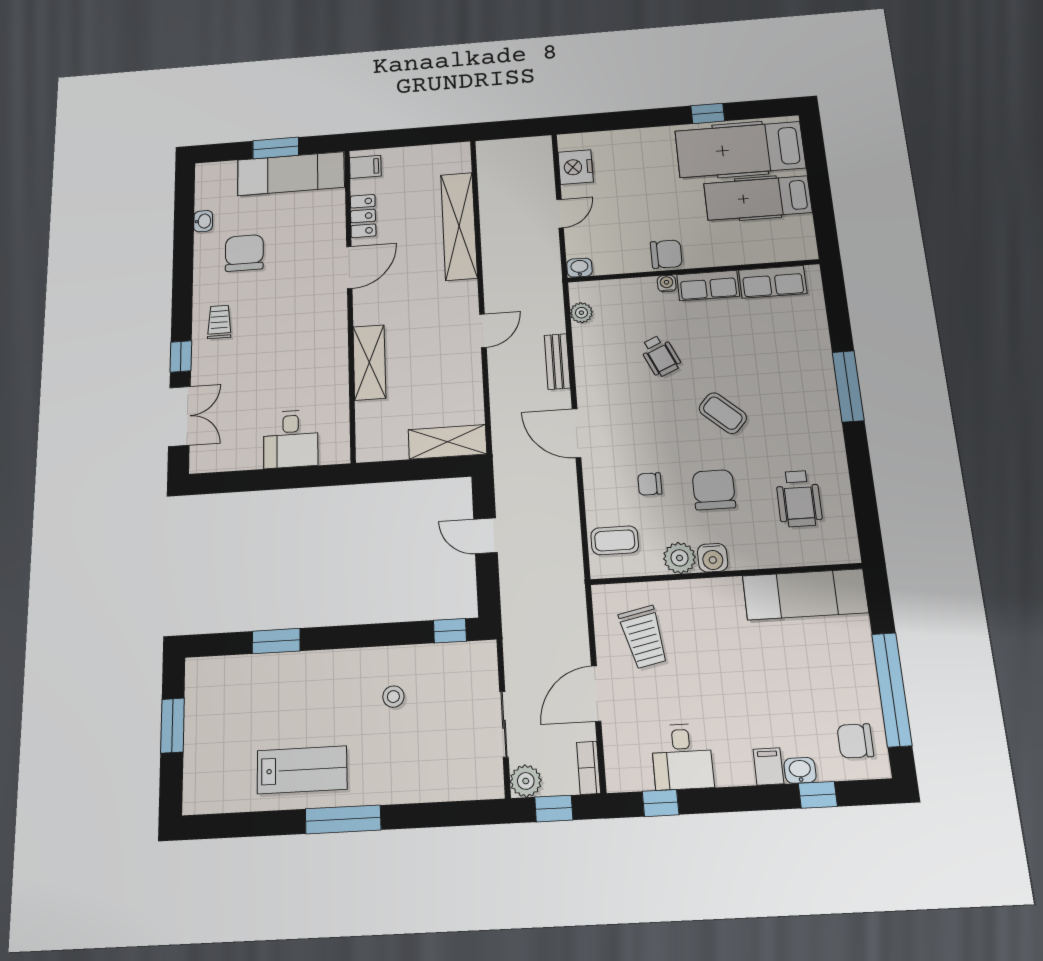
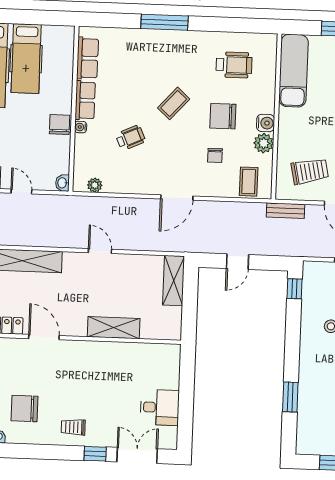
bench: (557, 362) -> (286, 211), moved
desk: (291, 439) -> (160, 407), moved

